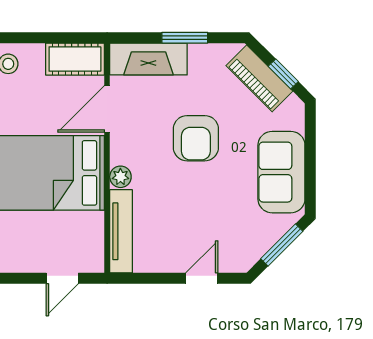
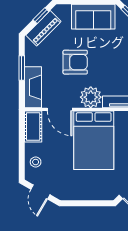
plant: (120, 177) -> (91, 97), width x1.88, depth x1.88

